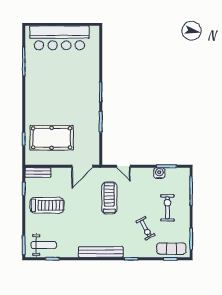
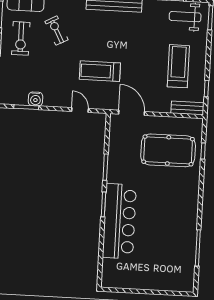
bar counter: (59, 38) -> (119, 221), moved, turned 90
door: (82, 166) -> (132, 113), hinge flipped
treadmill: (109, 198) -> (100, 71), turned 90
treadmill: (47, 205) -> (178, 66), turned 90
exercise bike: (167, 208) -> (21, 38), moved

